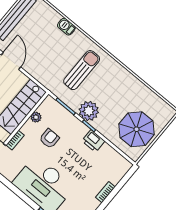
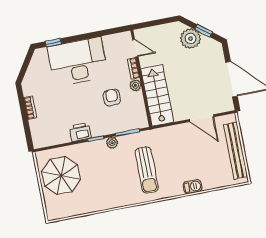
plant: (89, 111) -> (112, 143), width x0.53, depth x0.53
plant: (36, 117) -> (135, 85), moved
armchair: (49, 139) -> (112, 98), turned 180

